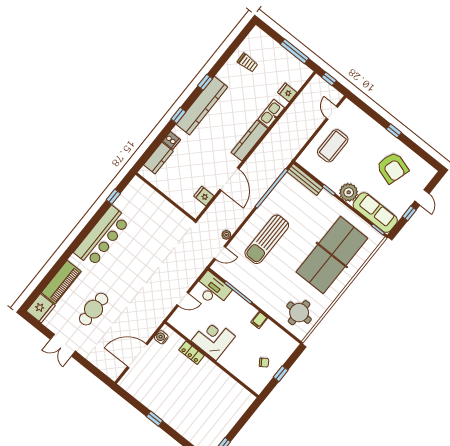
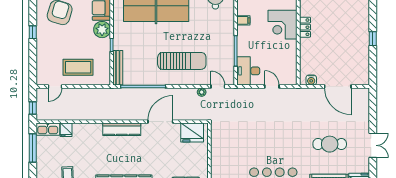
kitchen sink: (271, 114) -> (48, 129), moved
fridge: (204, 196) -> (192, 133), width x1.88, depth x1.34
corner desk: (213, 338) -> (282, 25), moved
locker: (192, 353) -> (305, 27), moved

